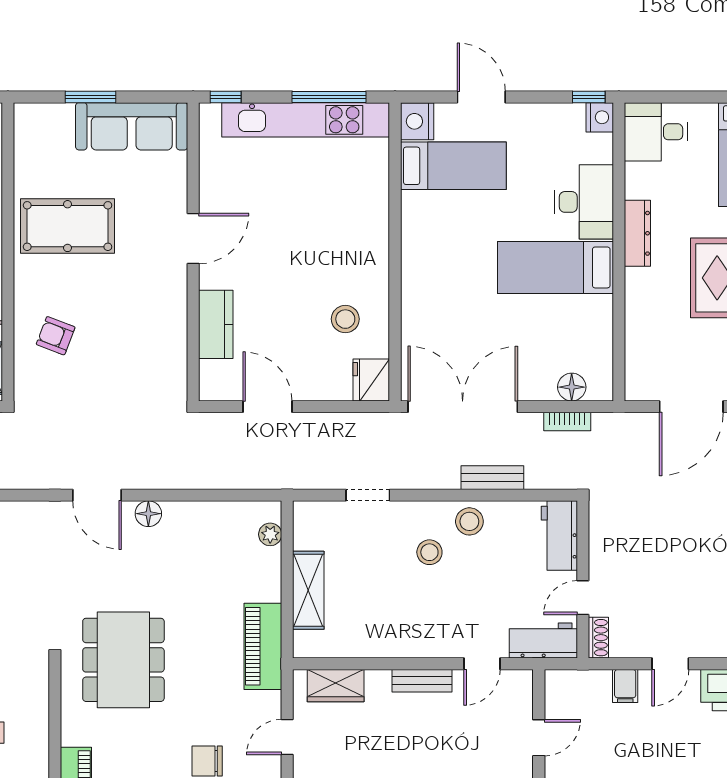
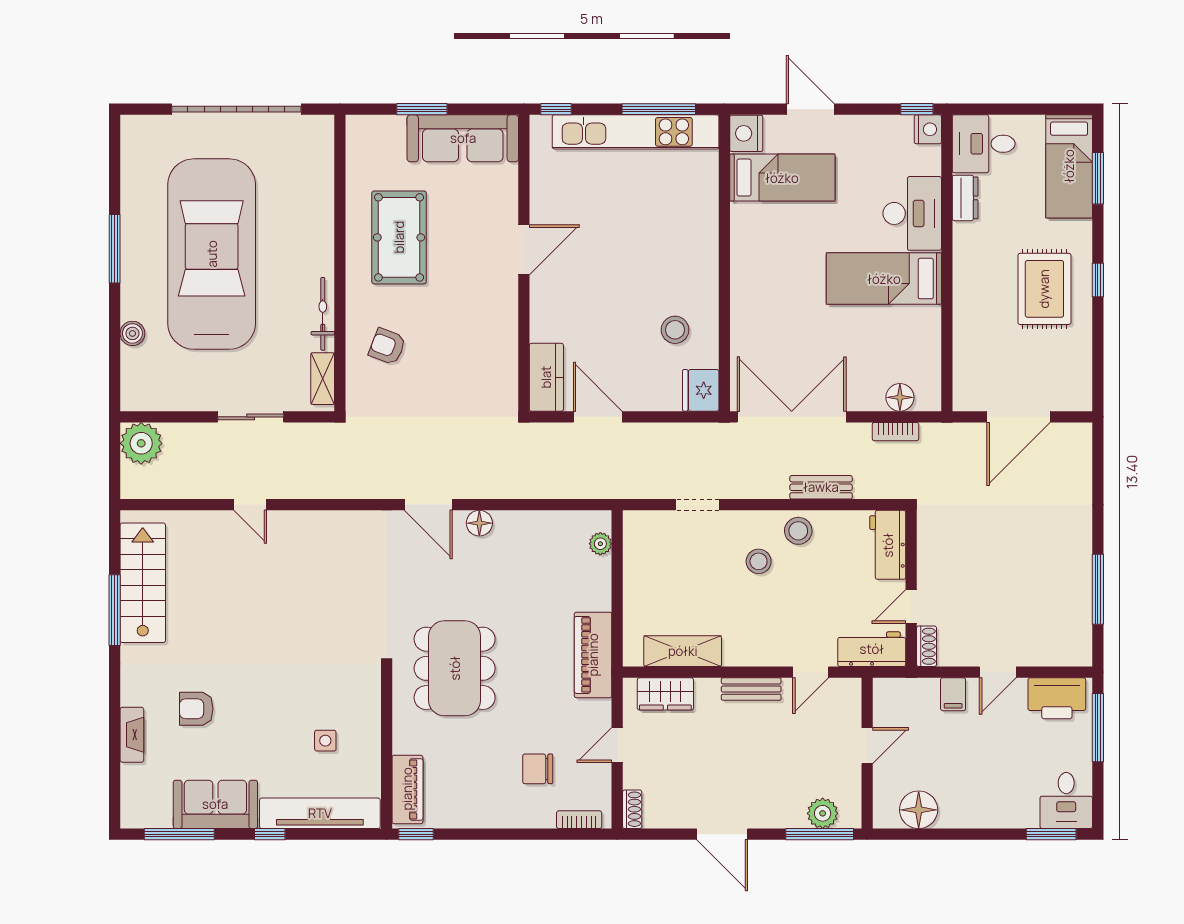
pool table: (68, 226) -> (399, 237), turned 90
dresser: (637, 233) -> (965, 198), moved, width x0.70
kitchen counter: (216, 324) -> (546, 377), moved
shelving: (308, 590) -> (683, 651), moved, turned 90

